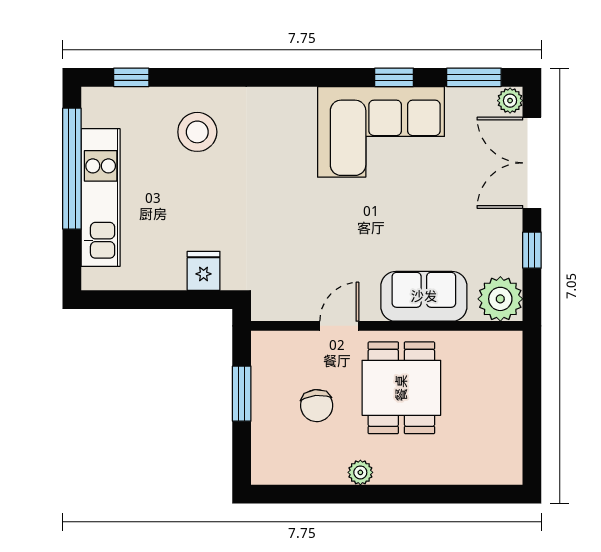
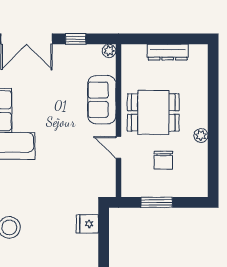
plant: (500, 299) -> (109, 51), width x0.53, depth x0.53
chair: (317, 406) -> (163, 160), turned 96
dresser: (509, 413) -> (168, 52), added

